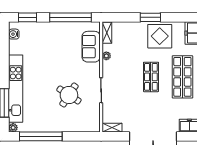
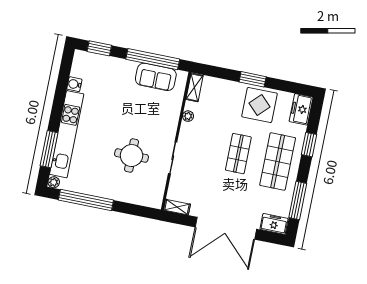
water cooler: (14, 34) -> (74, 84), moved
sofa: (91, 47) -> (156, 77), moved, turned -90
round table: (69, 95) -> (132, 156), turned -33

